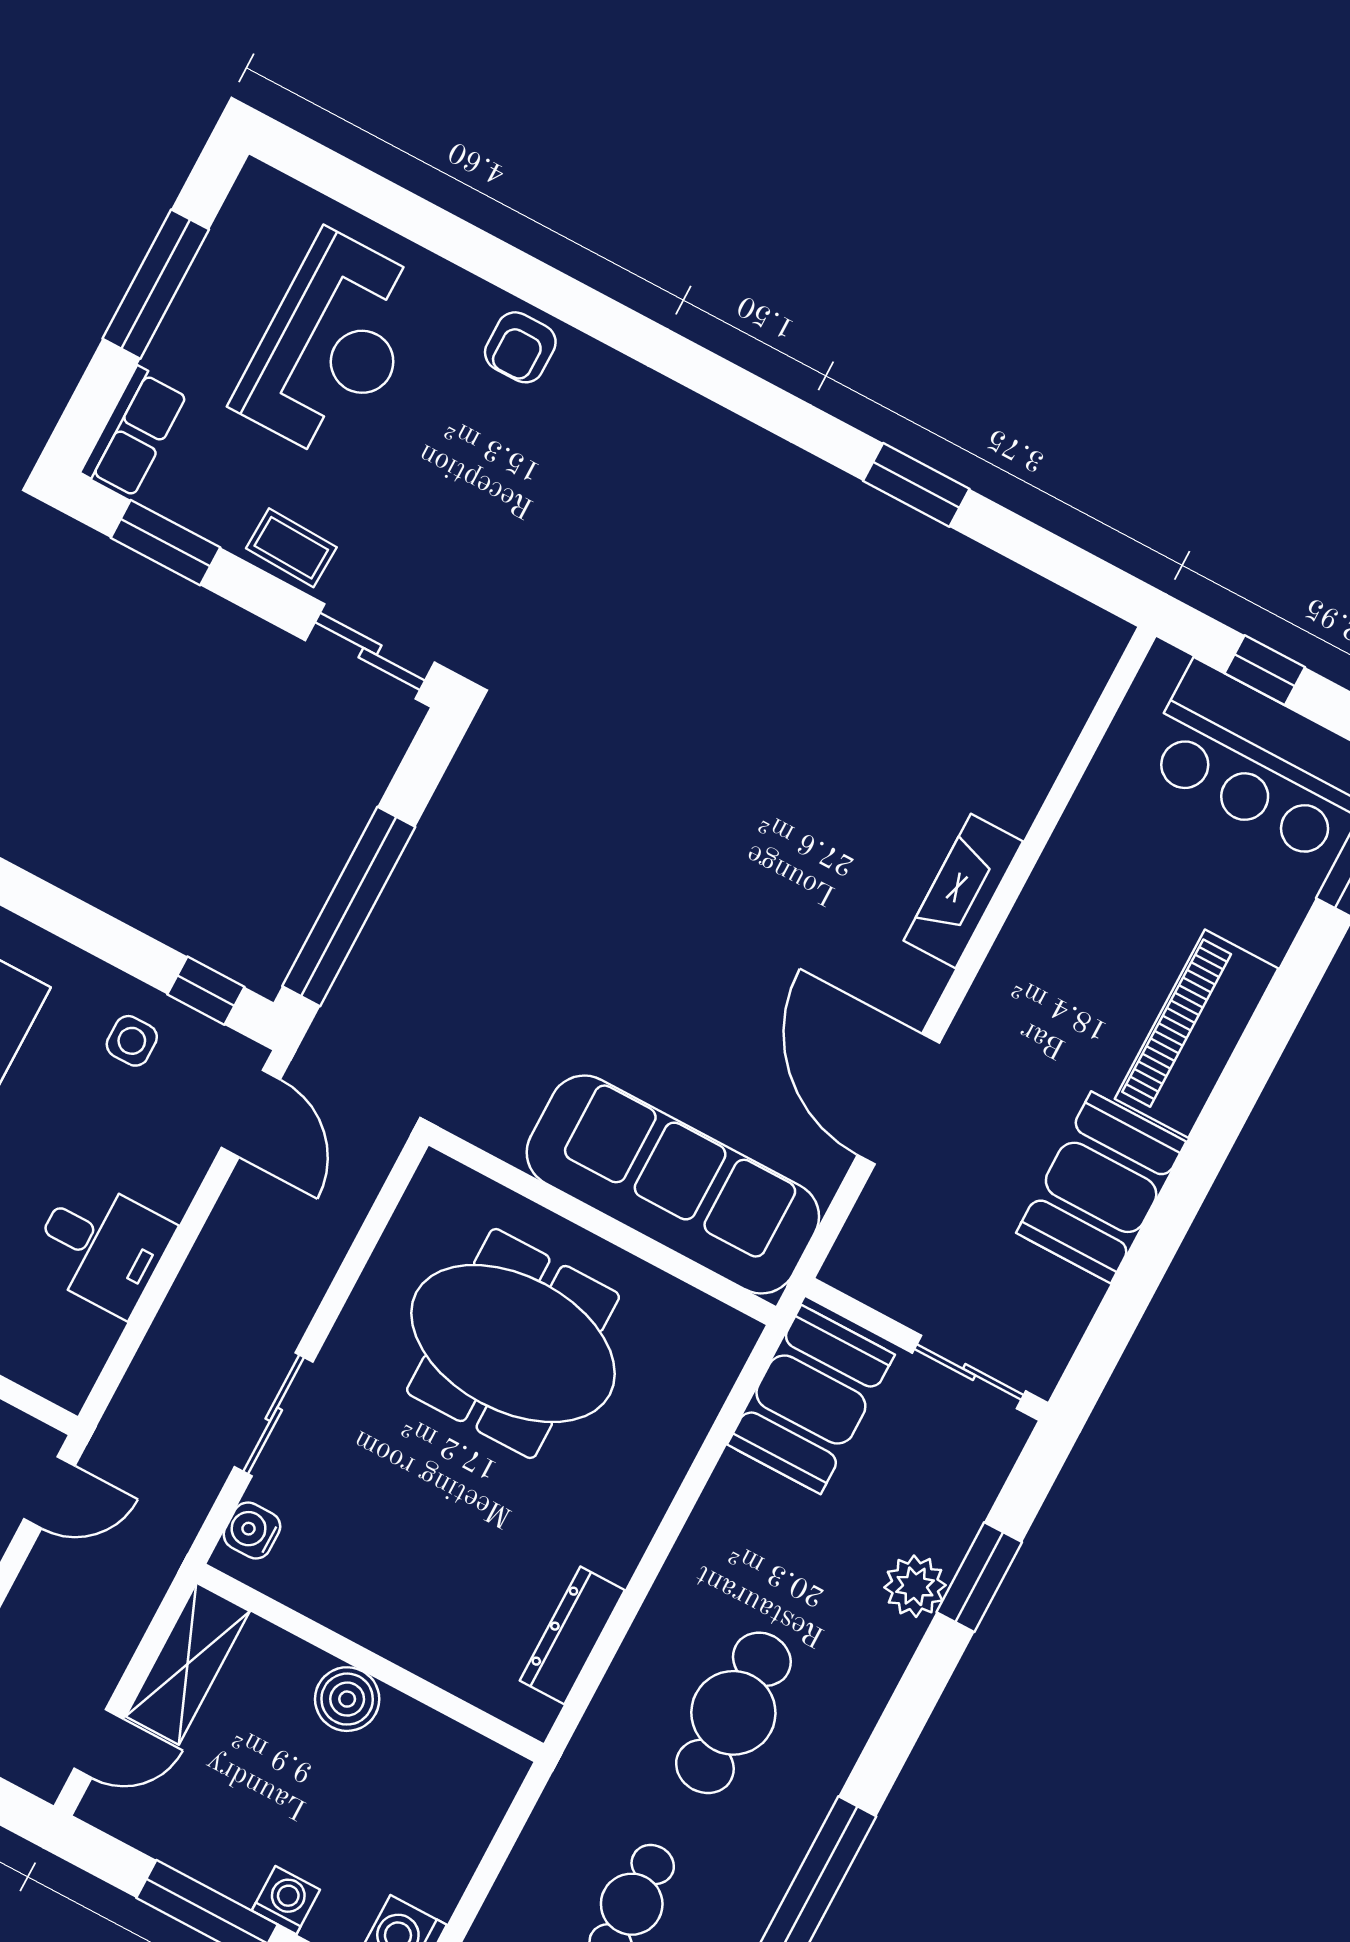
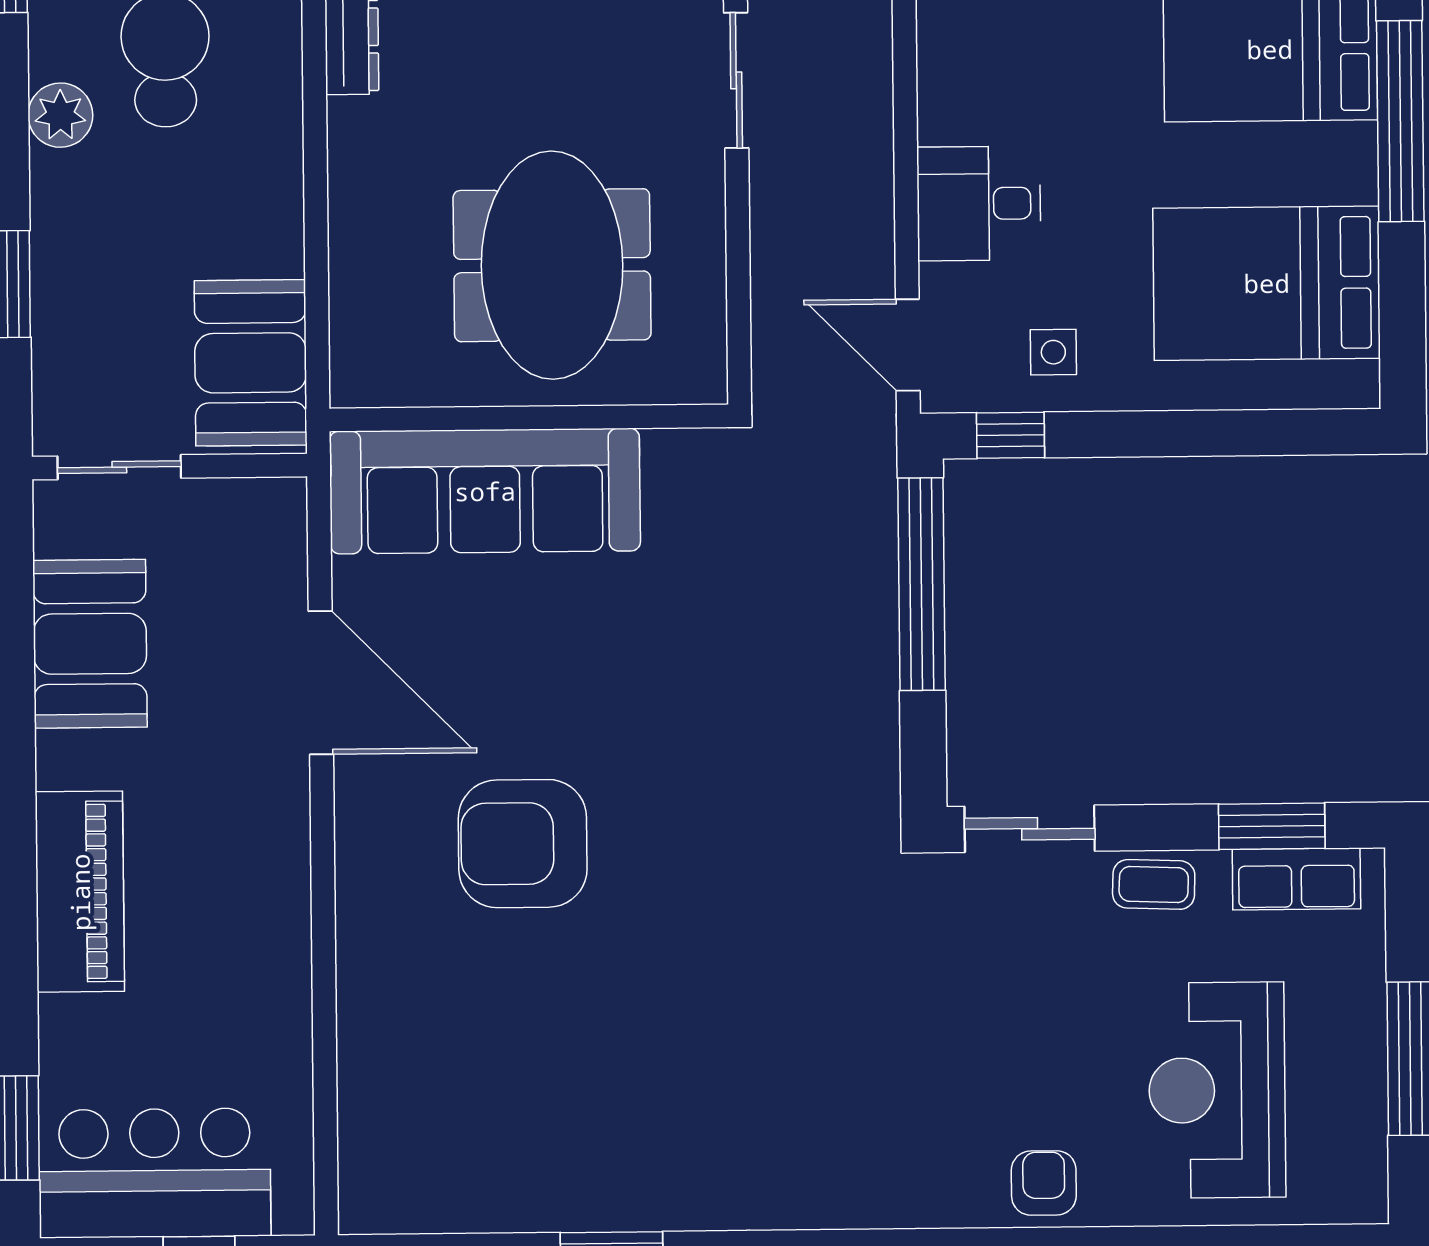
row of seats: (134, 432) -> (1296, 879), moved, turned -90
armchair: (803, 871) -> (523, 844), added
fireplace: (963, 891) -> (365, 906), removed
booth: (1101, 1187) -> (90, 644), moved
desk: (102, 1246) -> (979, 204), moved
meeting table: (513, 1343) -> (552, 265), turned 90
plant: (915, 1586) -> (60, 115), moved

